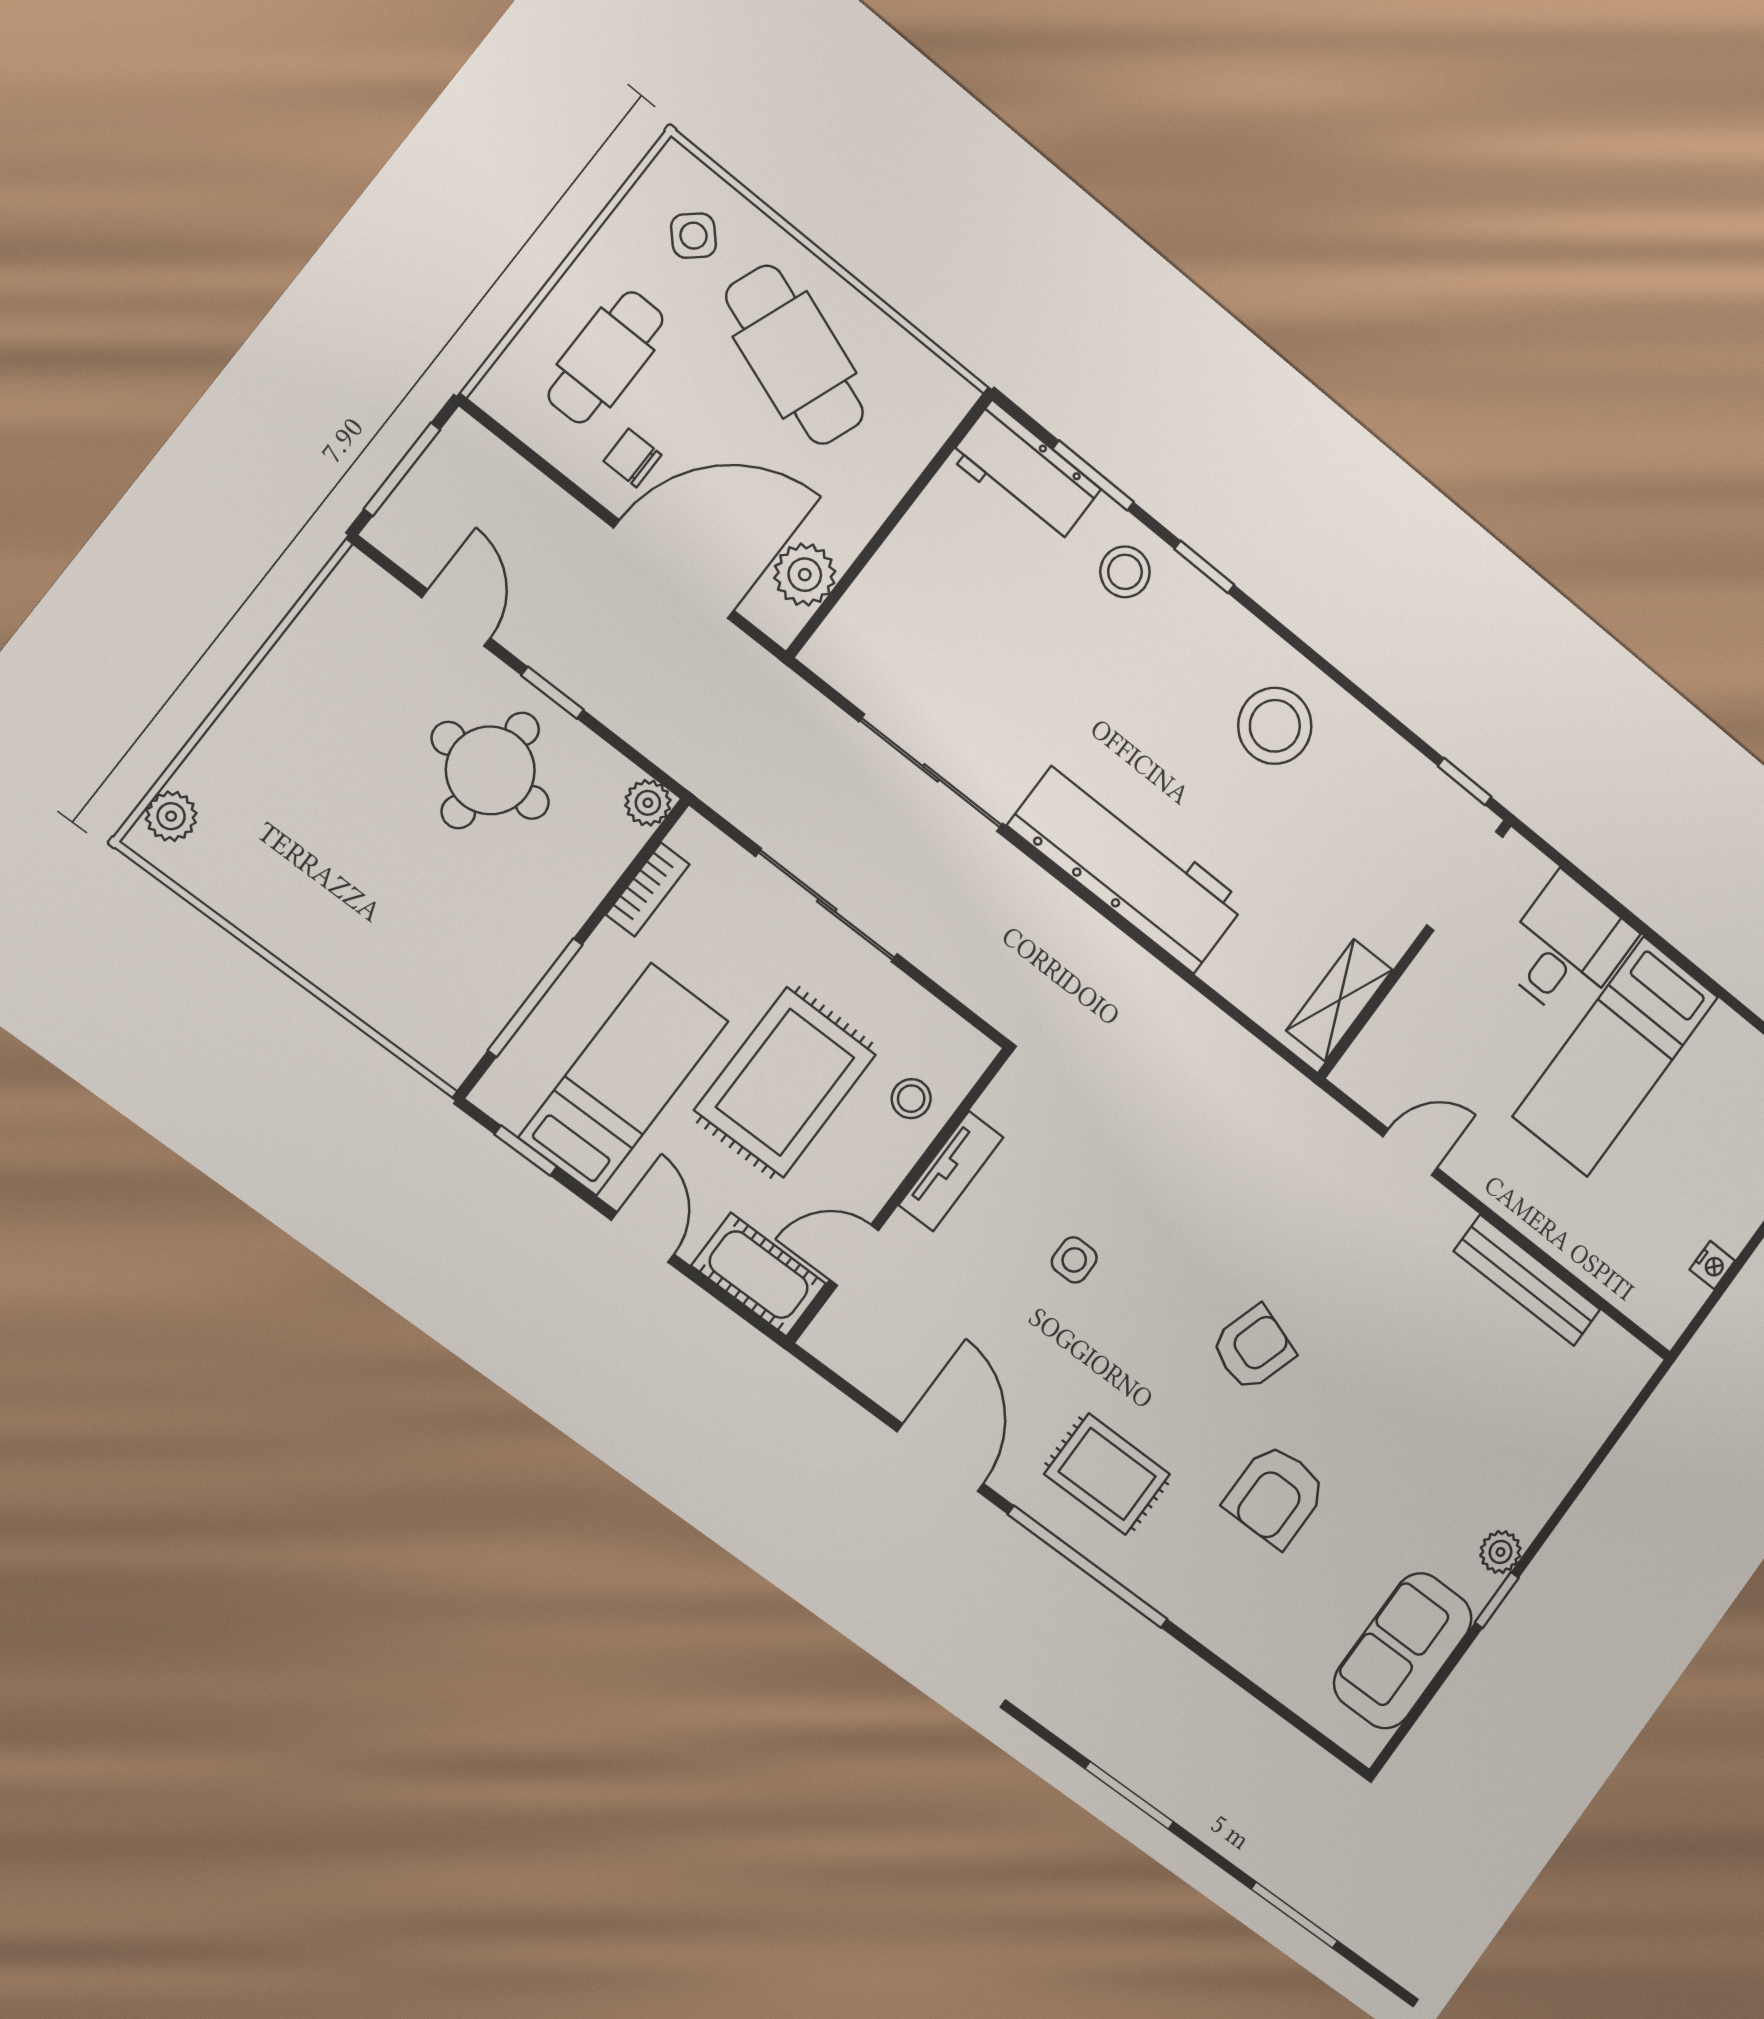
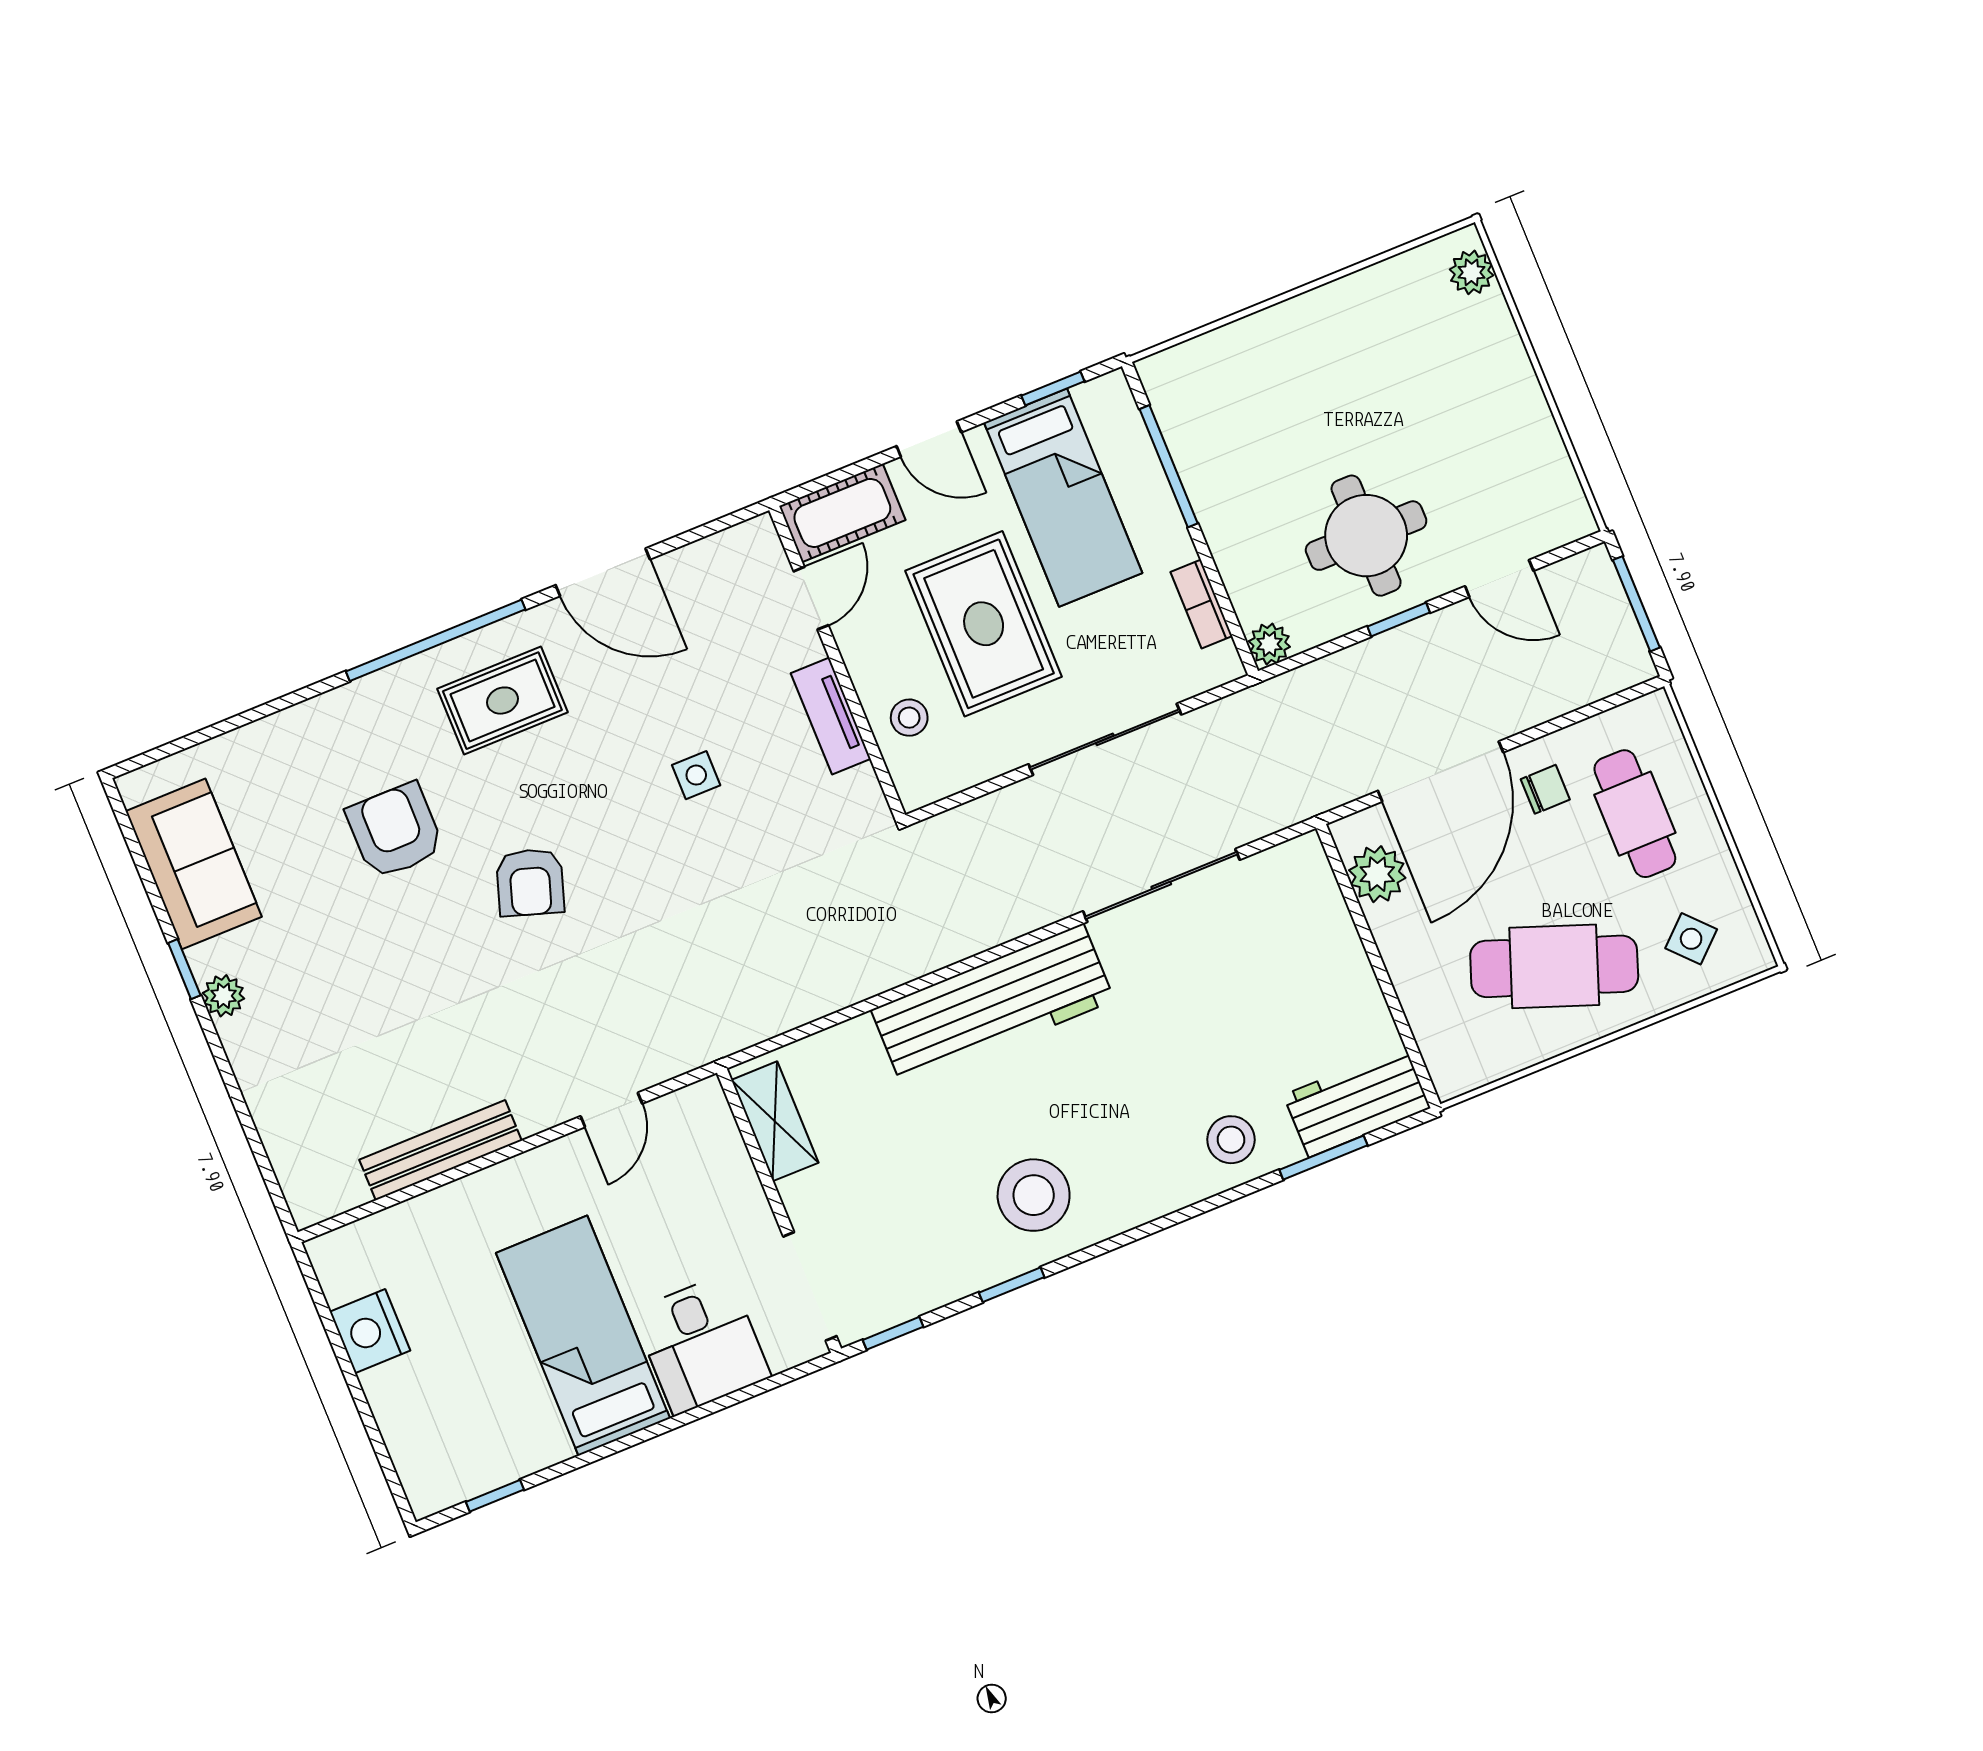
window: (1204, 567) -> (1012, 1285), moved
nightstand: (1712, 1265) -> (370, 1331), width x1.89, depth x1.79

